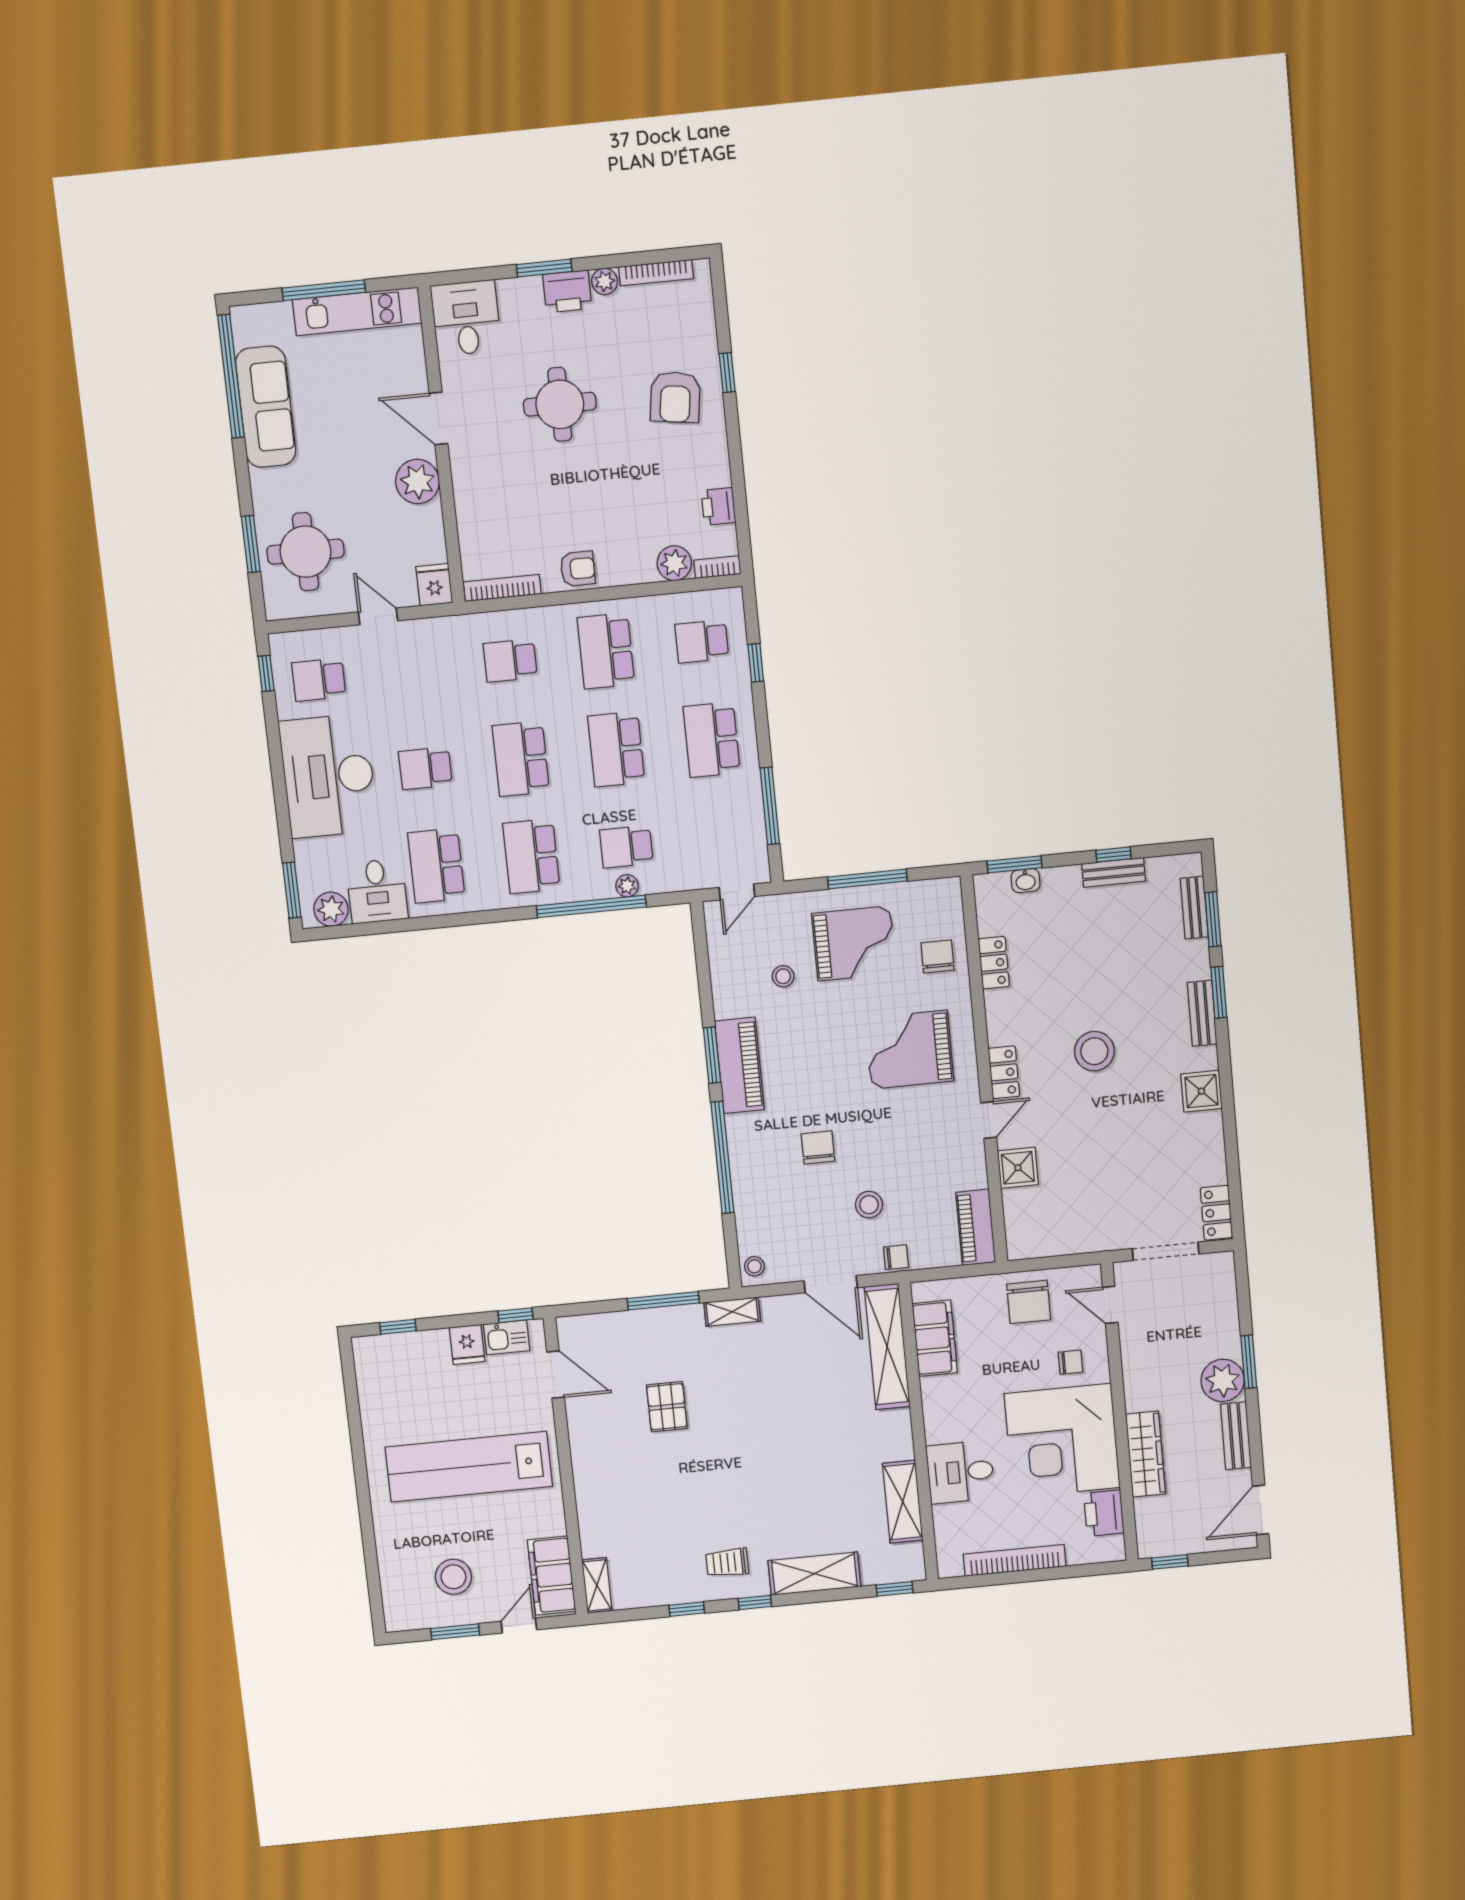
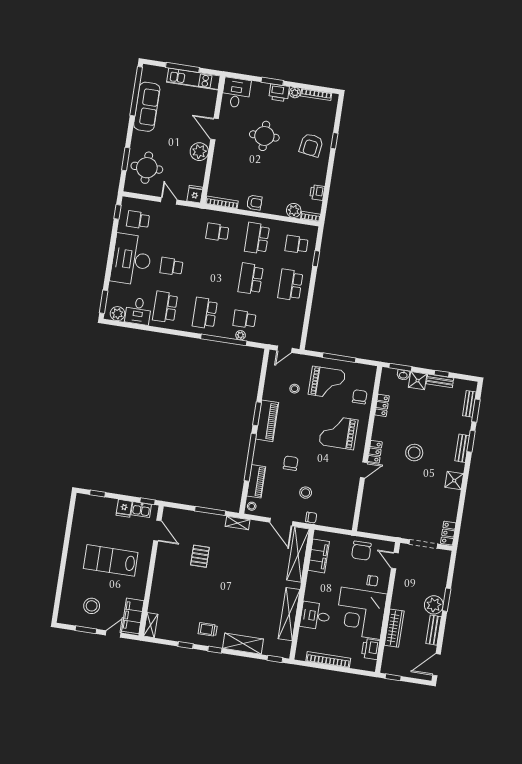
school desk: (521, 759) -> (211, 273), removed
window: (770, 806) -> (307, 318), removed
shower: (1018, 1168) -> (418, 381), moved
piano: (976, 1227) -> (256, 481), moved, turned 180
lab bench: (469, 1467) -> (111, 560), width x0.73
shelving: (903, 1502) -> (289, 614), width x1.47

